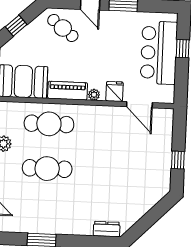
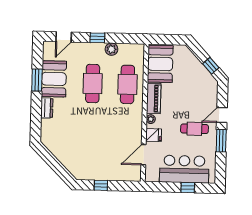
window: (16, 26) -> (211, 66), moved
cafe table: (63, 28) -> (194, 129), moved, turned 52
booth: (40, 218) -> (54, 79), added
dresser: (107, 229) -> (47, 108), moved

